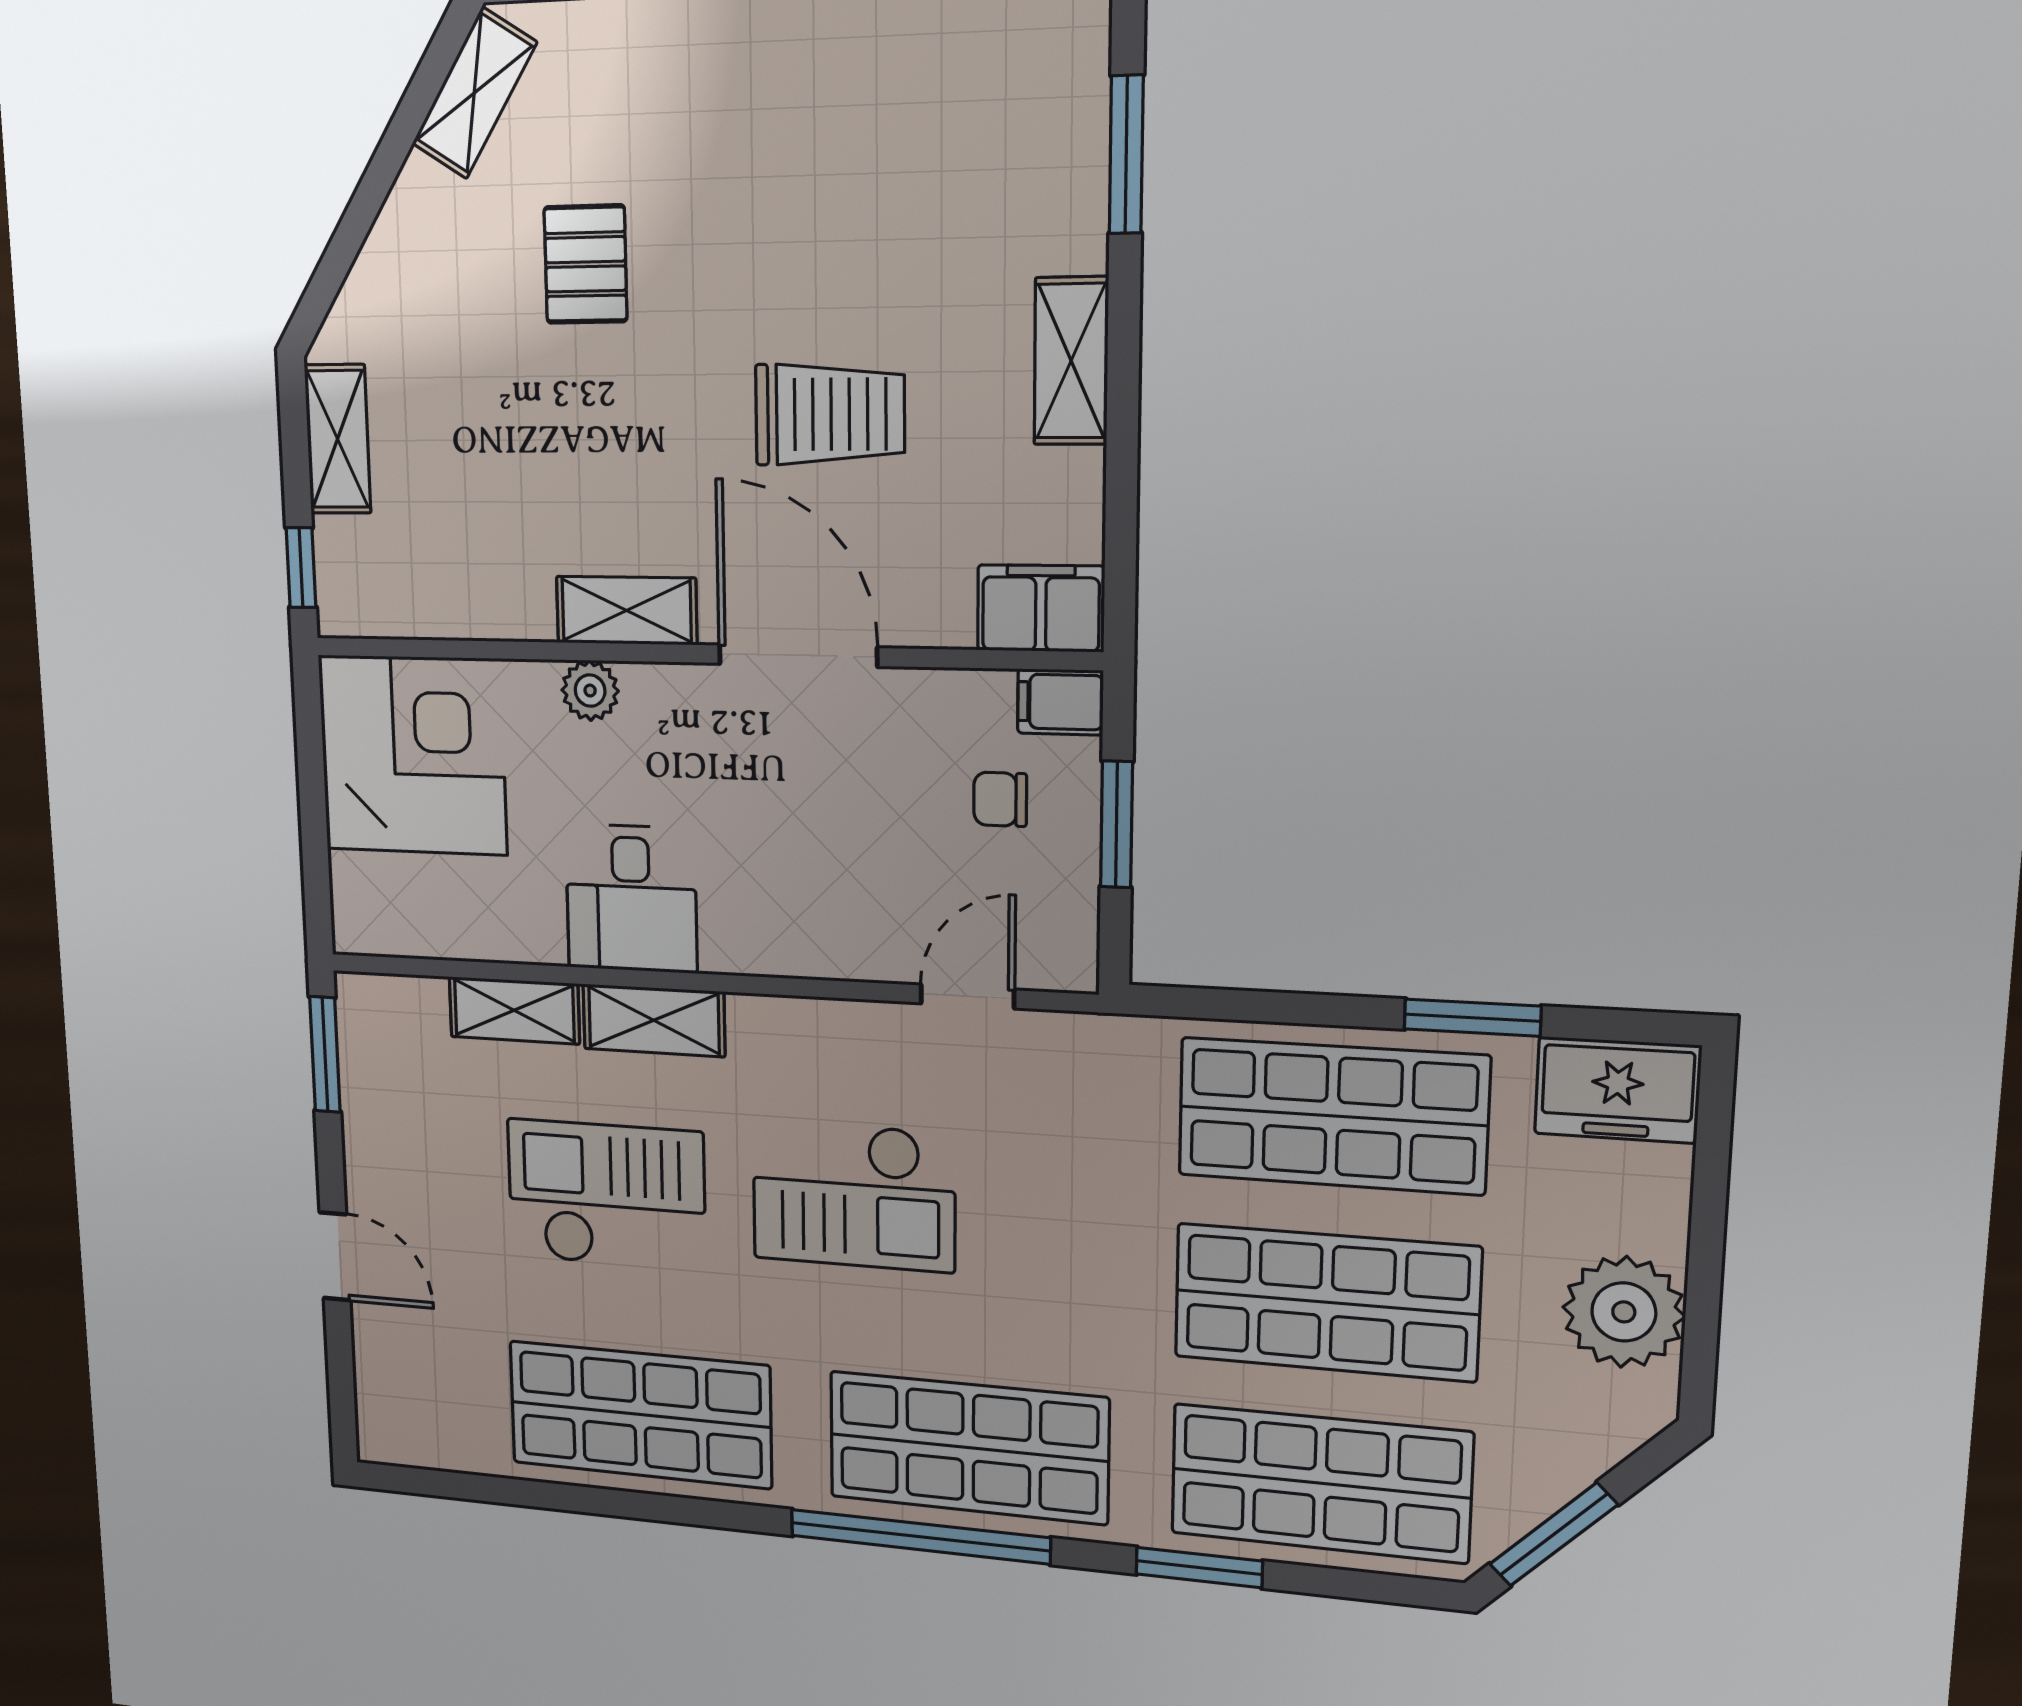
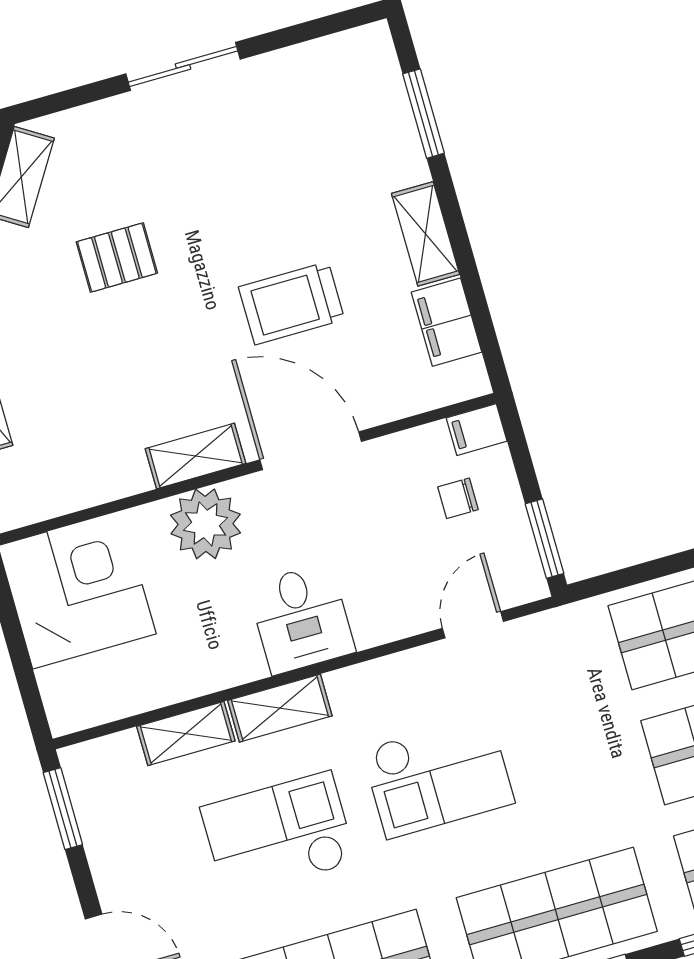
pallet: (586, 264) -> (117, 258), turned 90
trolley: (830, 414) -> (291, 303), turned 180
filing cabinet: (1041, 608) -> (446, 322), moved, turned -90
plant: (590, 691) -> (206, 524), width x1.88, depth x1.88
window: (1116, 824) -> (545, 539), moved
desk: (631, 898) -> (301, 619), moved

